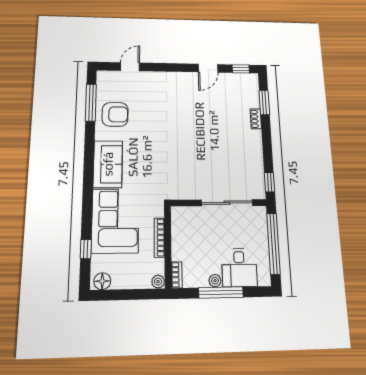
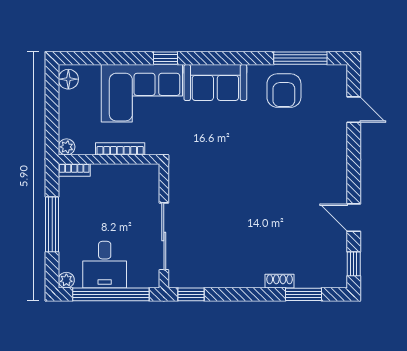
window: (86, 249) -> (166, 58), moved
desk: (239, 267) -> (105, 265), moved, turned -90
plant: (215, 281) -> (66, 280), moved

